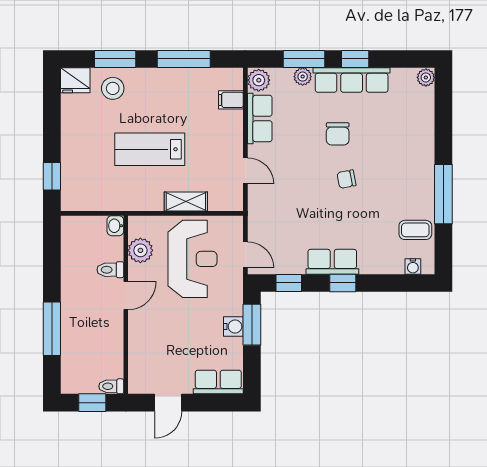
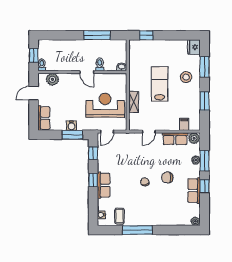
window: (184, 59) -> (205, 101), width x0.69
row of seats: (352, 80) -> (194, 191), width x0.68
stool: (113, 88) -> (186, 77), moved
plant: (140, 250) -> (52, 79), moved
reception desk: (192, 259) -> (105, 105), turned 180
row of seats: (332, 262) -> (104, 185), moved
window: (52, 329) -> (97, 35), moved
door: (168, 403) -> (34, 93), hinge flipped

